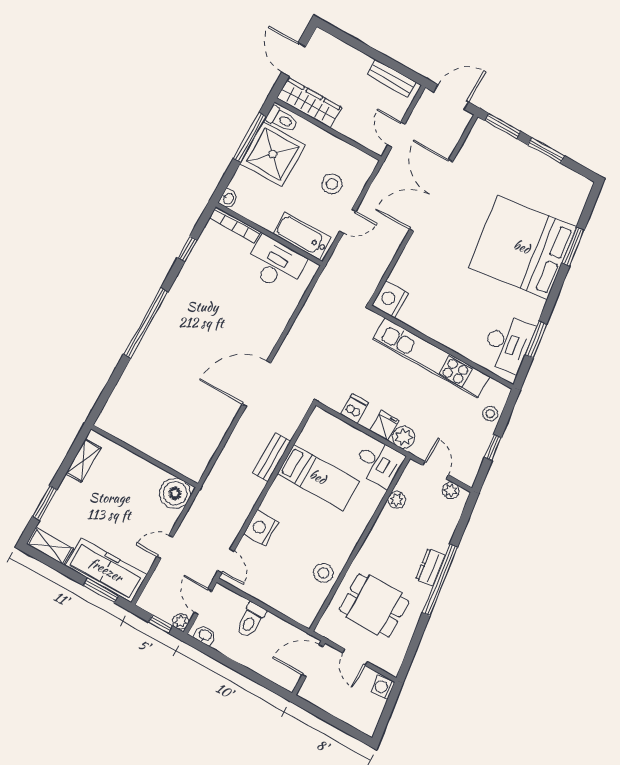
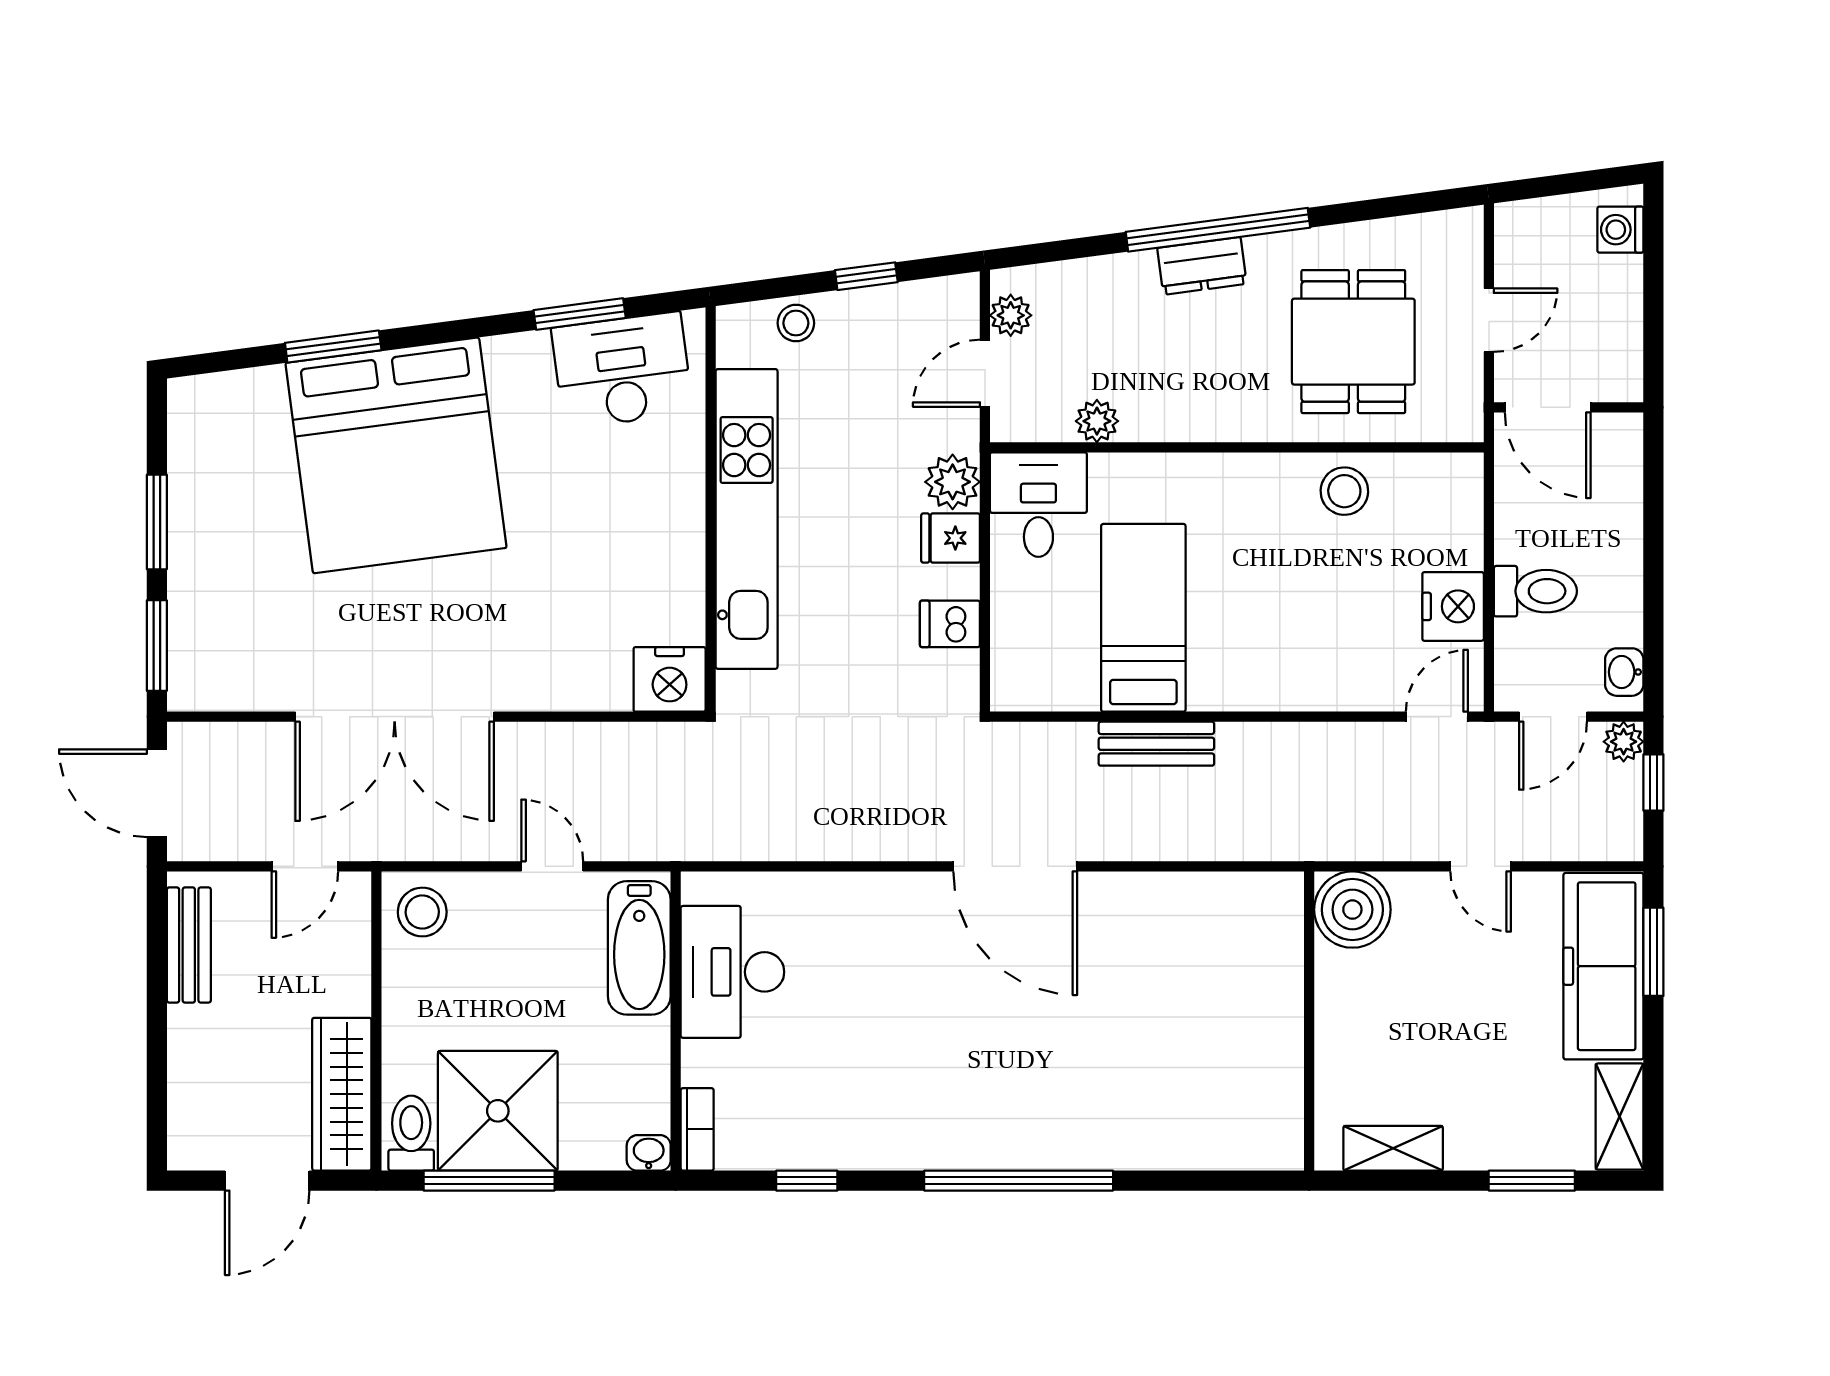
stool: (332, 184) -> (422, 912), moved
bookcase: (235, 225) -> (697, 1129), width x0.64
nightstand: (261, 528) -> (1453, 606), moved, turned -90
washing machine: (383, 687) -> (1620, 230), moved, turned 98

